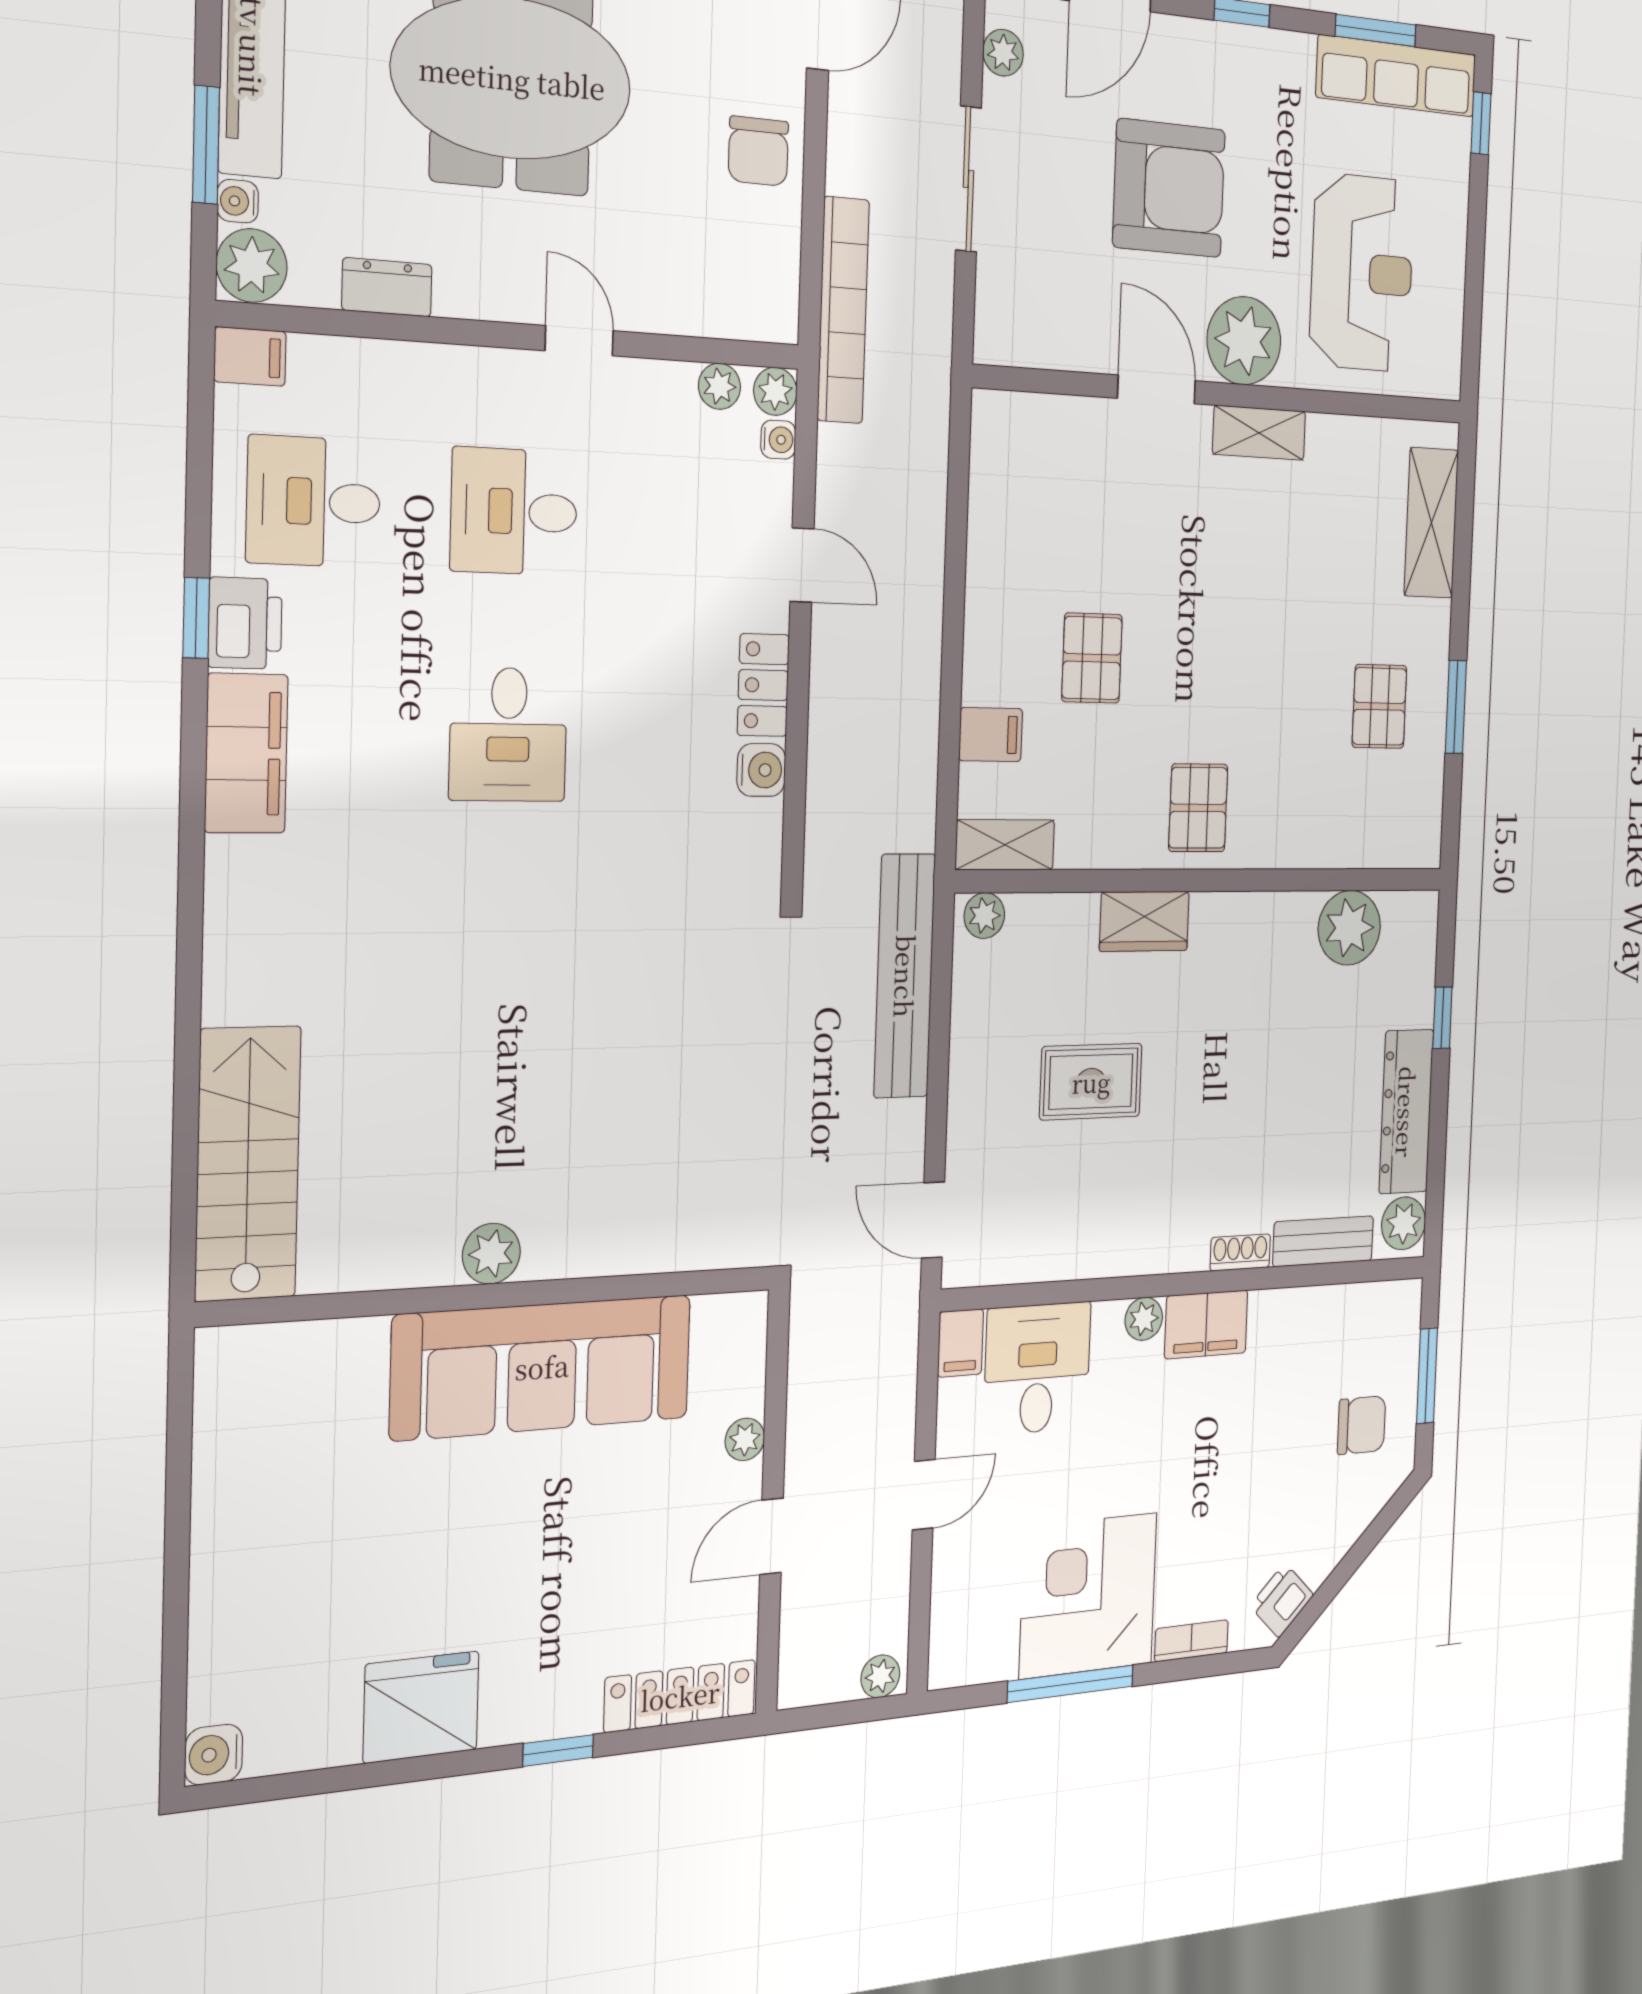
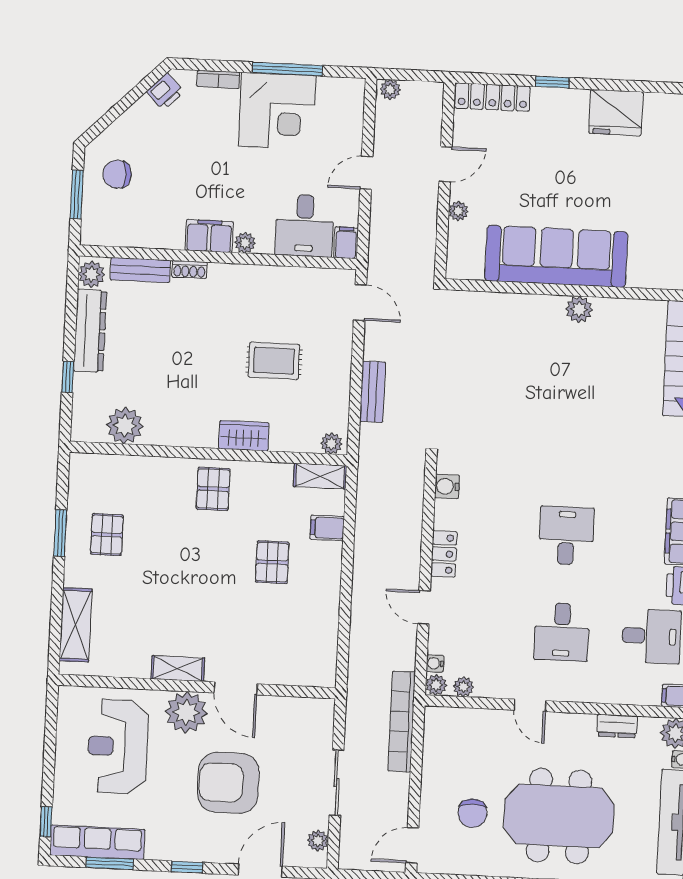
chair: (758, 151) -> (472, 813), moved, turned 180
desk: (514, 512) -> (562, 632), turned 90
water cooler: (761, 770) -> (447, 486), moved
bench: (905, 976) -> (373, 392), width x0.54, depth x0.82

